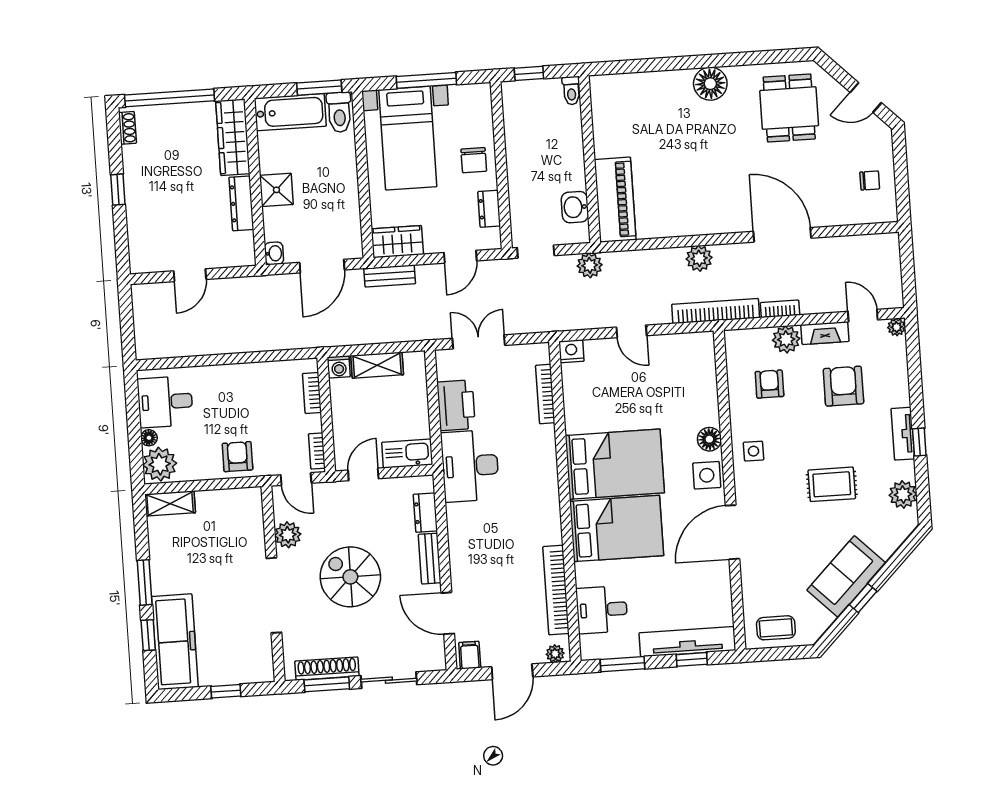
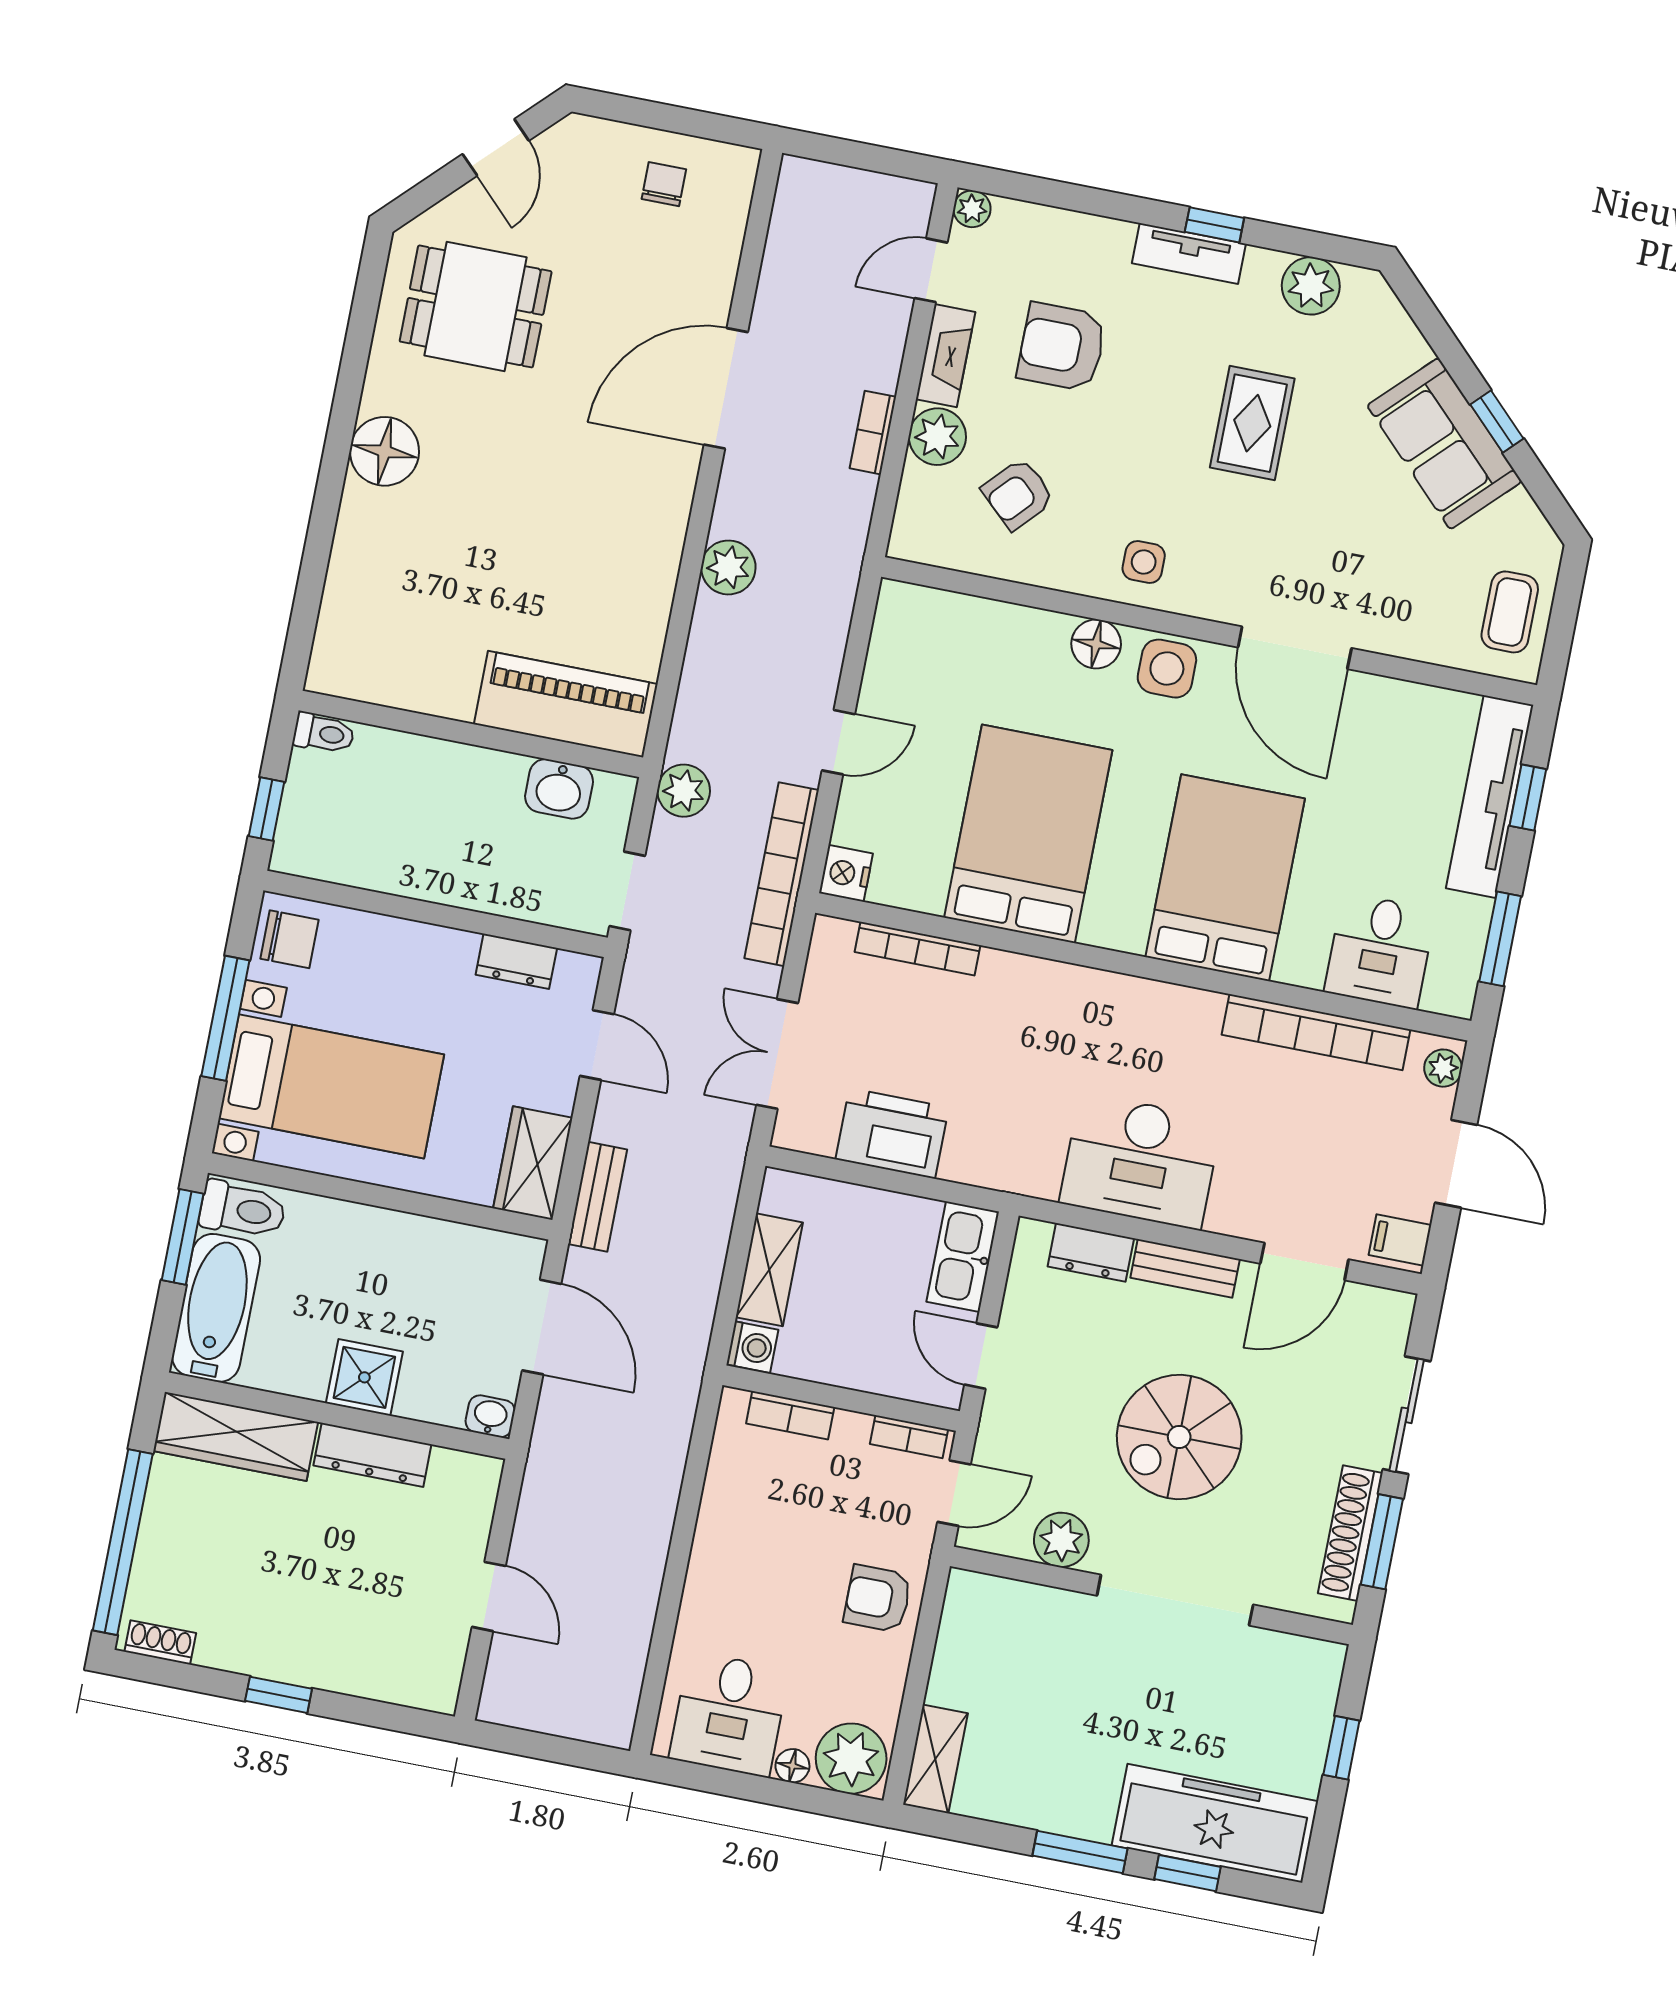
chair: (474, 160) -> (290, 939), moved
bookcase: (716, 311) -> (782, 874), moved
armchair: (769, 384) -> (1018, 494), turned -47
bed: (615, 464) -> (1028, 834), moved
desk: (470, 466) -> (1140, 1161), moved

